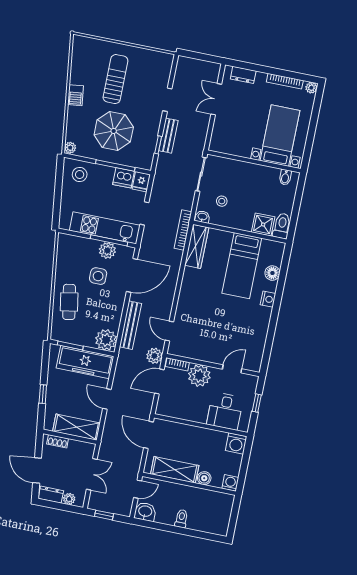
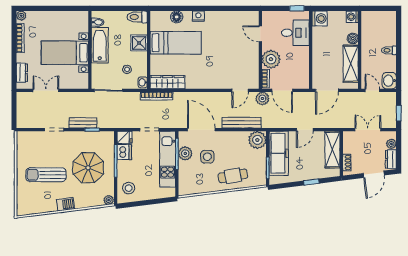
double door: (216, 99) -> (46, 90), swing flipped
bed with nightstands: (280, 136) -> (65, 53), moved
bathtub: (257, 174) -> (100, 45), added
shower: (263, 224) -> (139, 43), moved
window: (257, 403) -> (297, 8), moved

